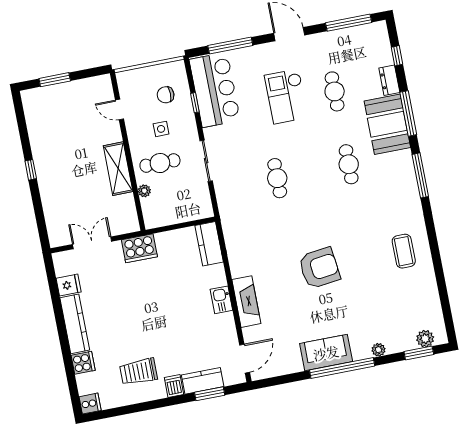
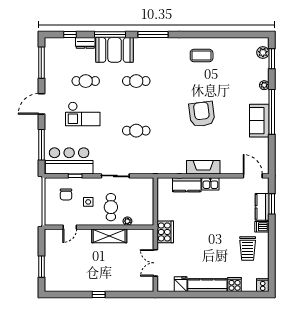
kitchen counter: (209, 244) -> (187, 185), moved
fireplace: (246, 302) -> (203, 167), moved

